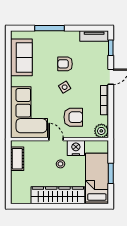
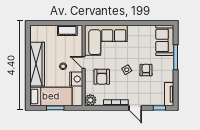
sofa: (21, 57) -> (165, 40), moved, turned 90
door: (56, 139) -> (84, 62), swing flipped

